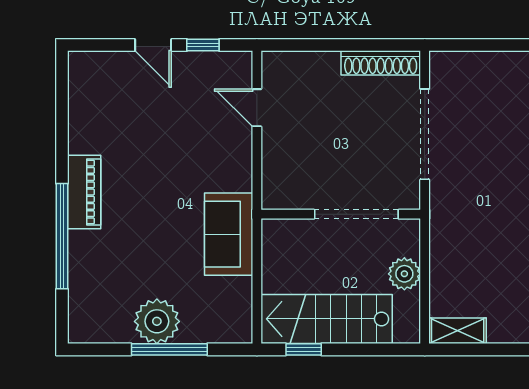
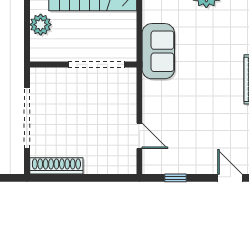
door: (153, 45) -> (230, 178), moved
doorway: (356, 214) -> (97, 64), moved

